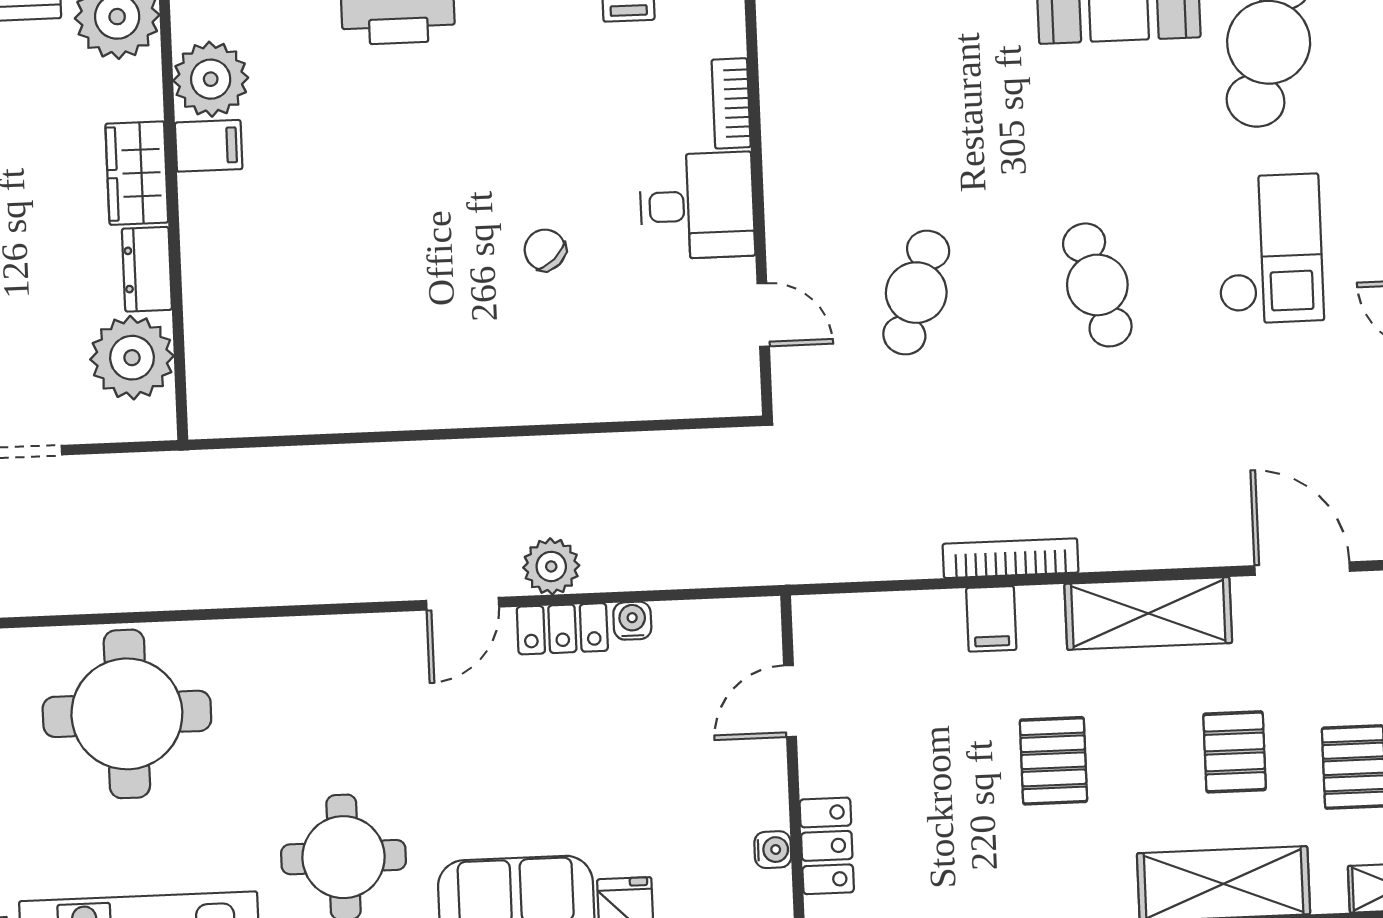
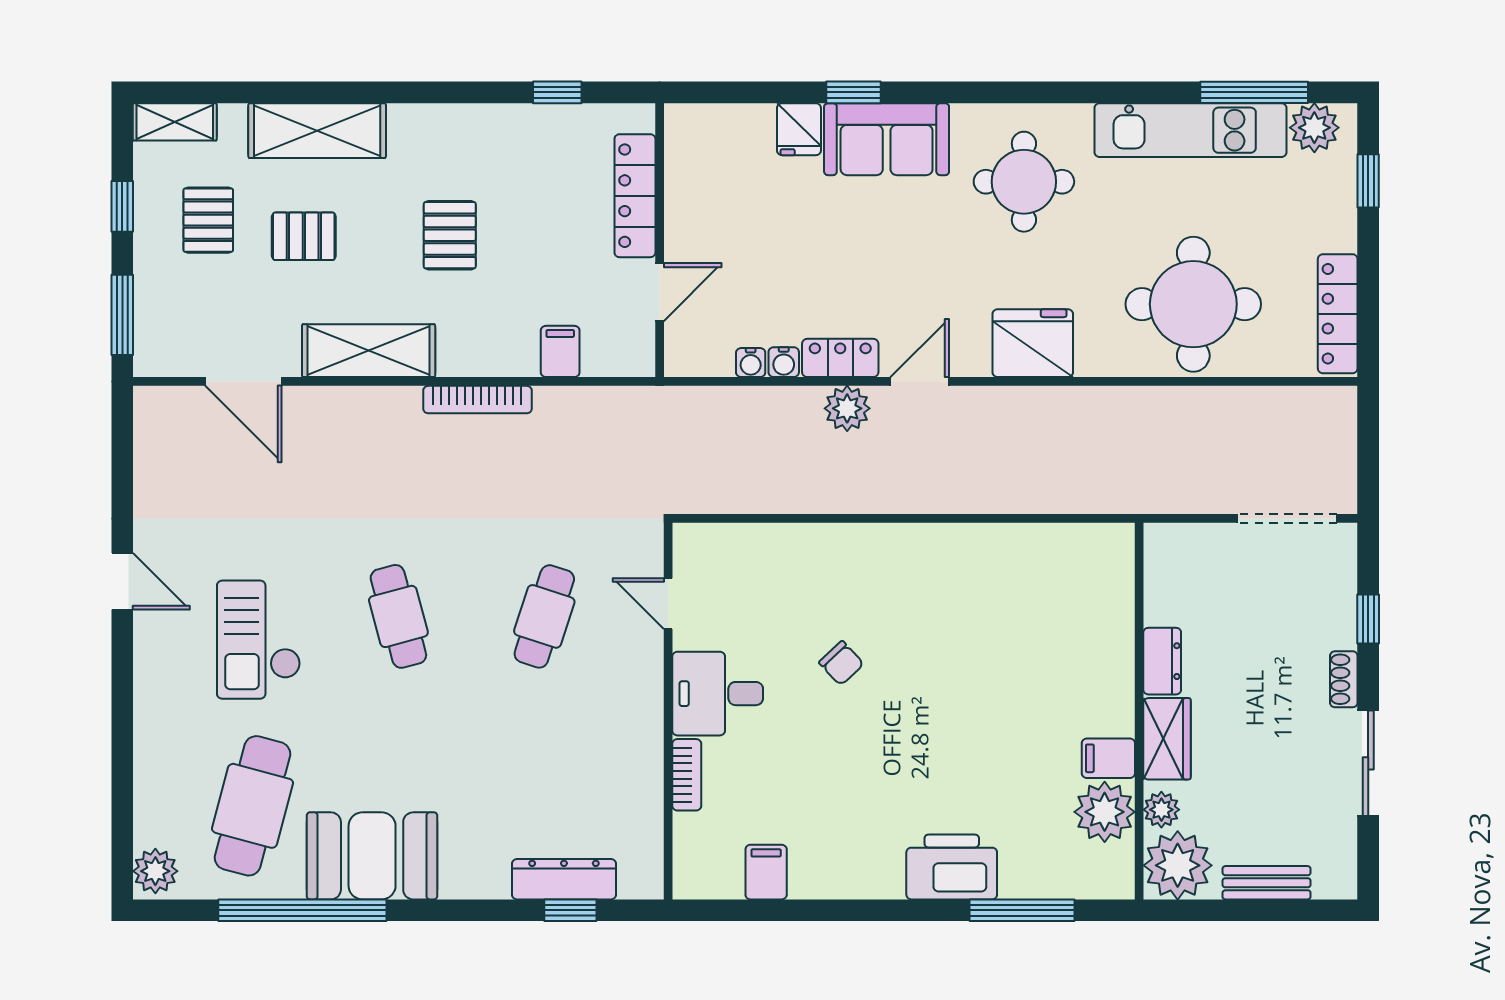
plant: (132, 358) -> (1161, 810), moved, width x0.53, depth x0.53
filing cabinet: (991, 619) -> (560, 351), moved
fridge: (324, 657) -> (1033, 343), added
pallet: (1235, 752) -> (304, 236), turned 90
locker: (827, 846) -> (635, 196), width x1.53
water cooler: (773, 850) -> (751, 363), moved, turned -90

